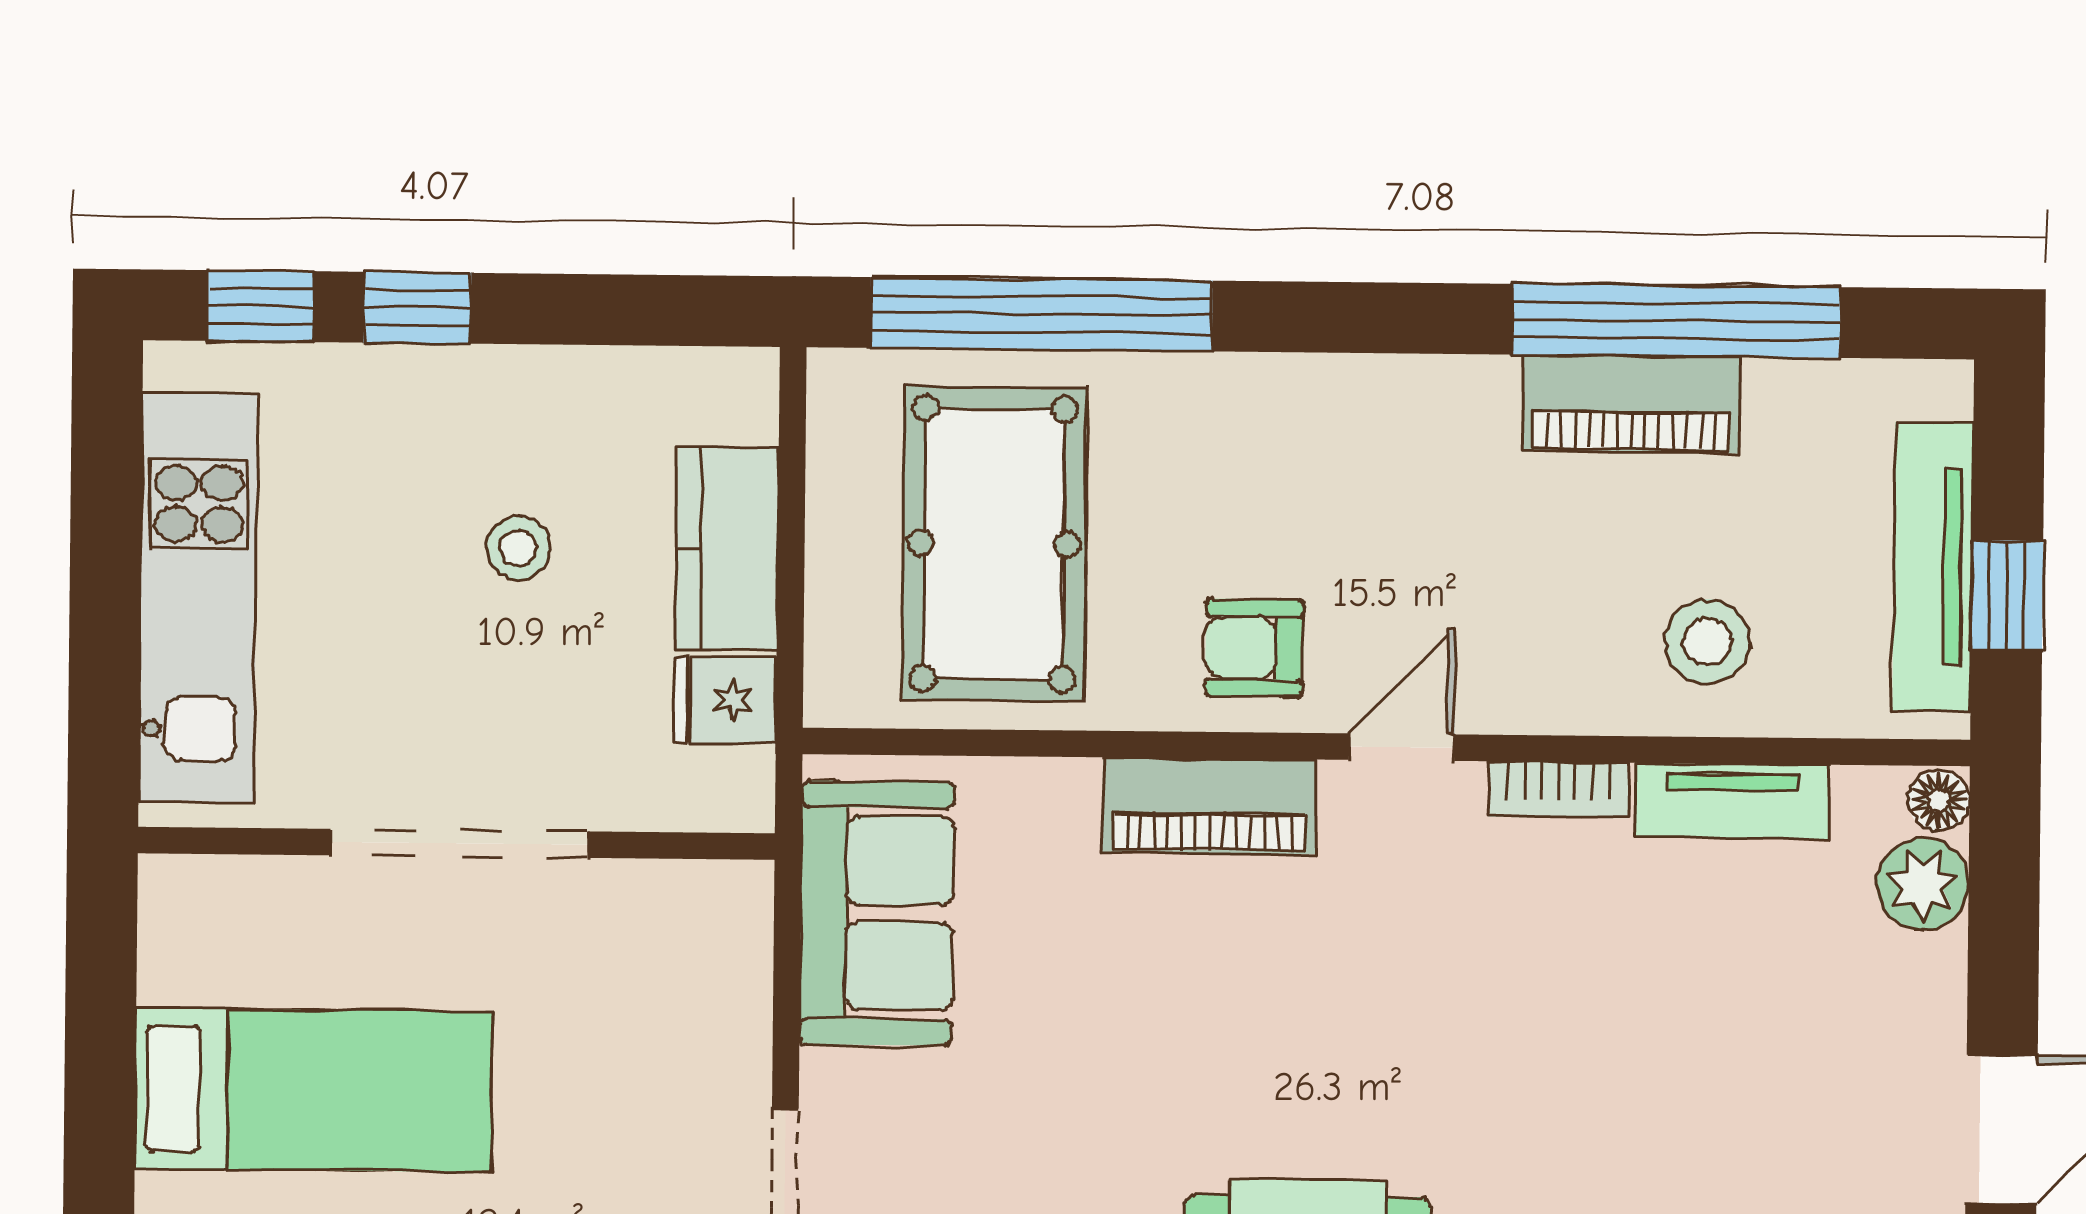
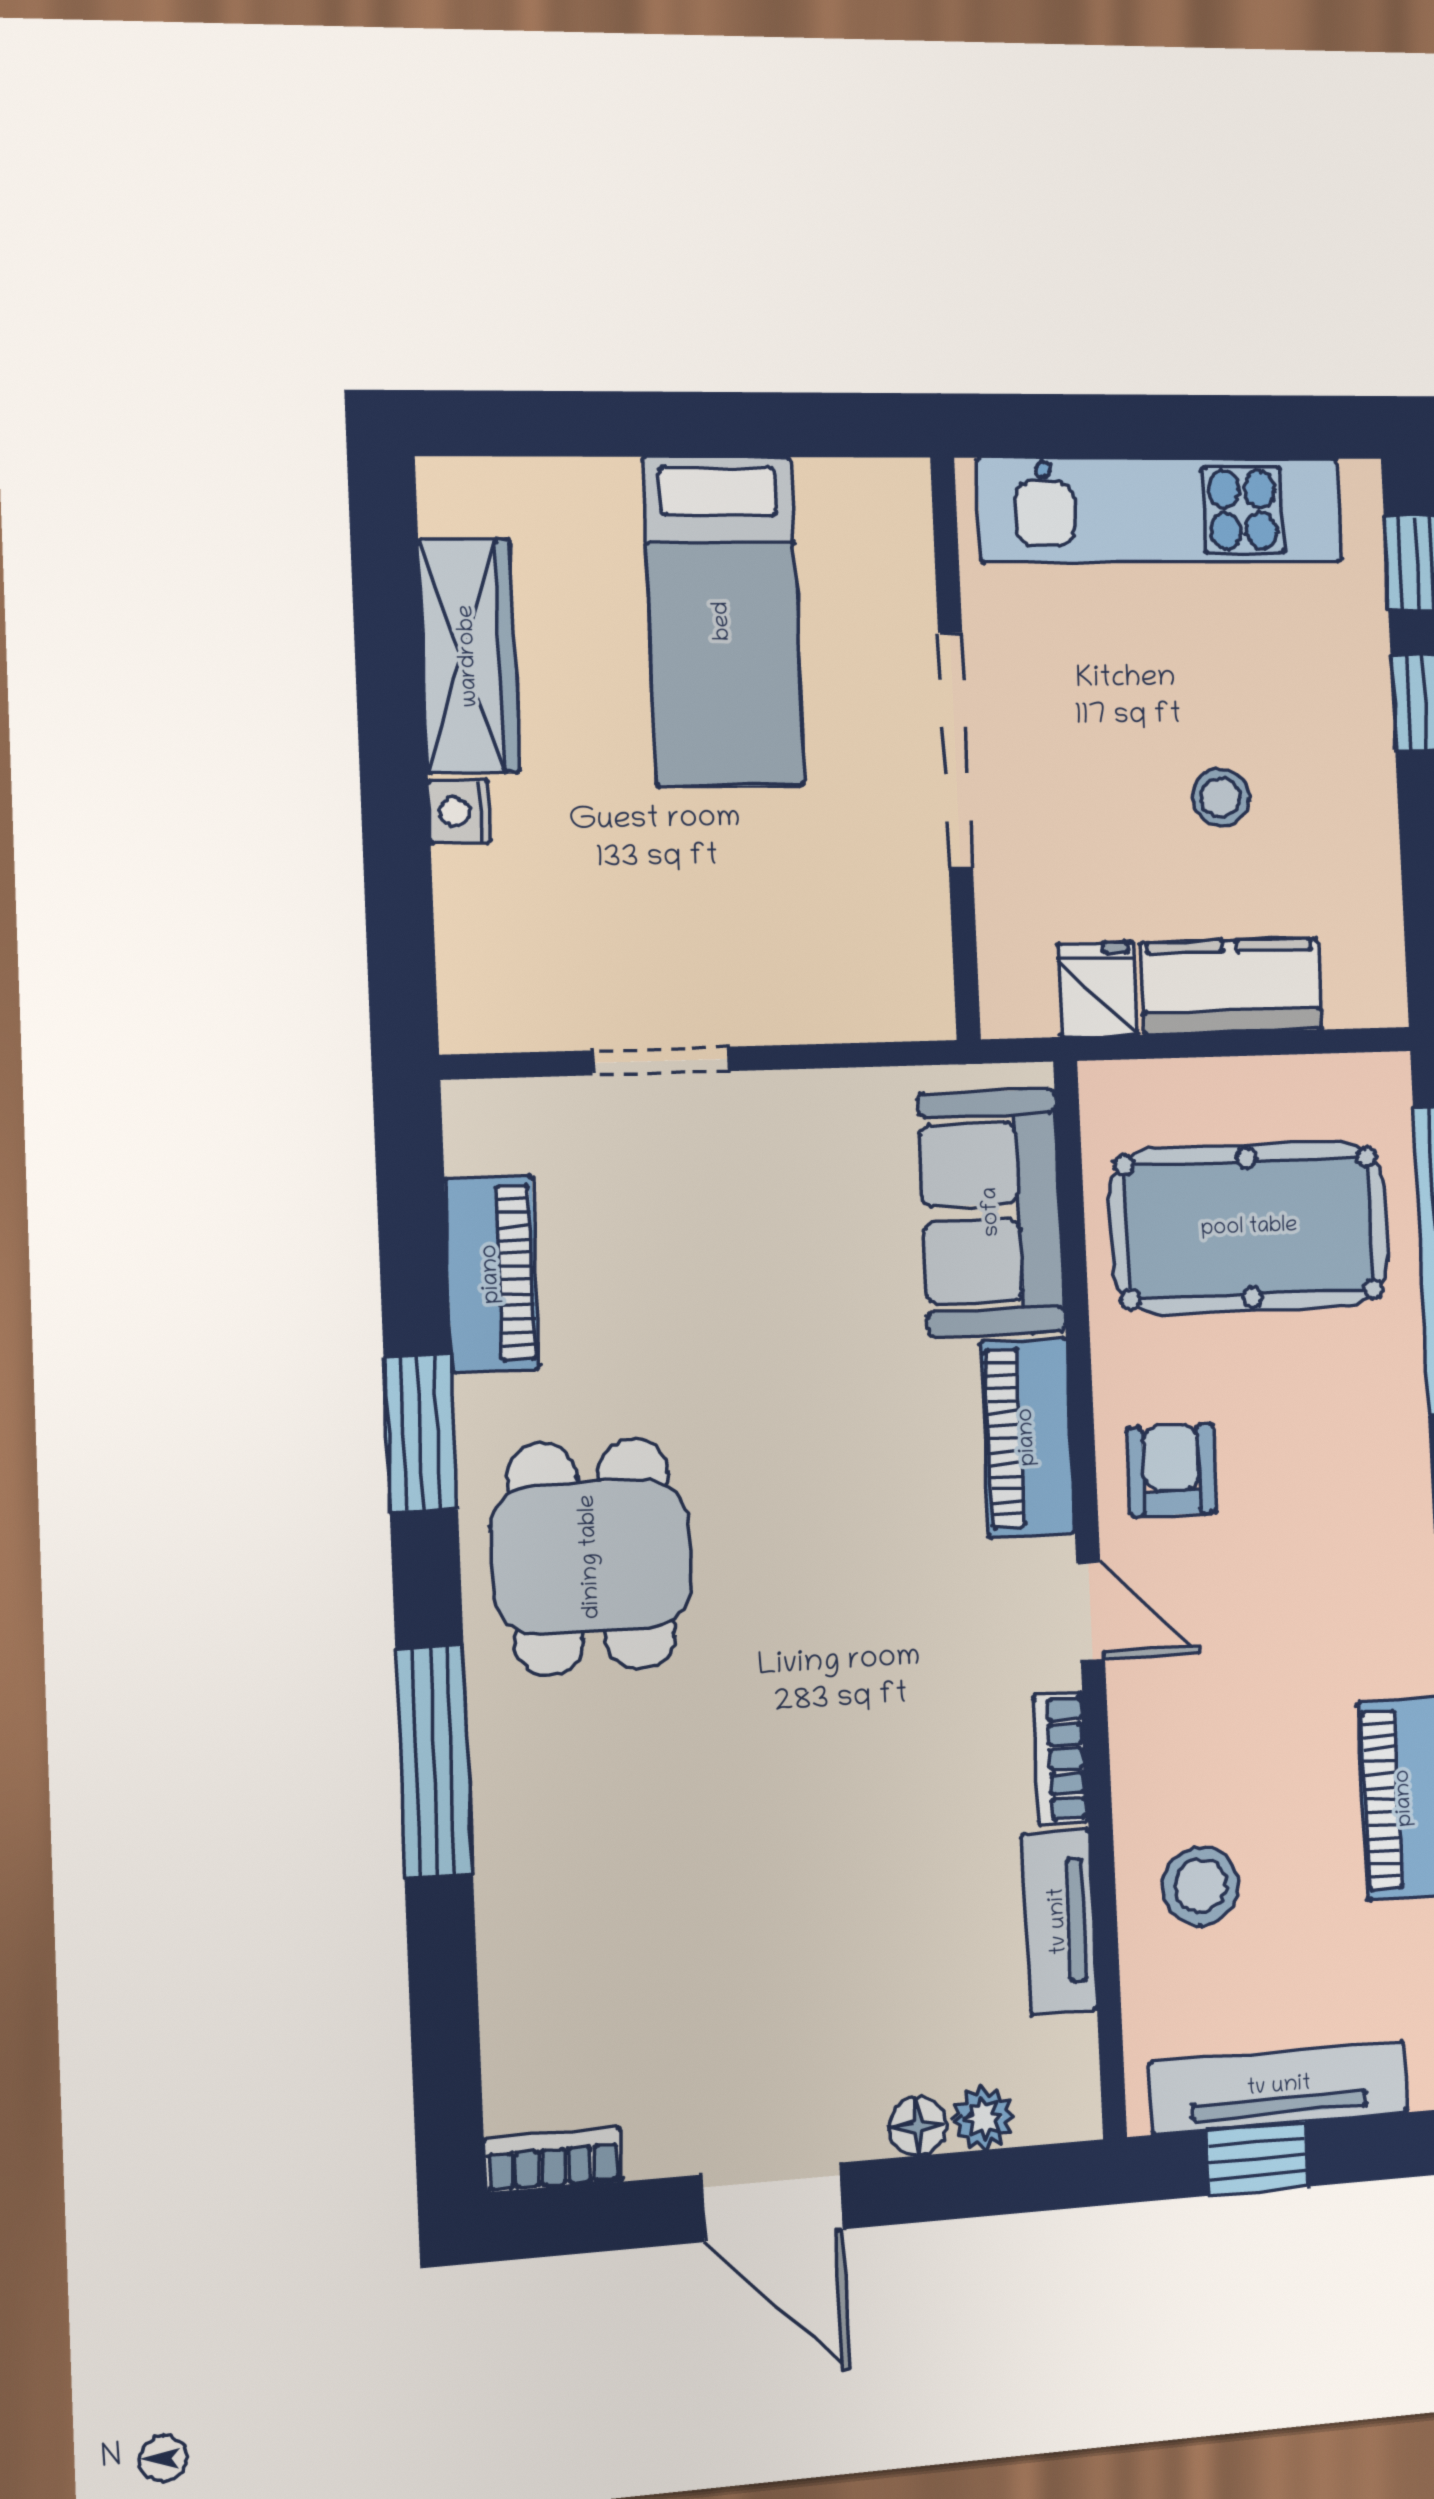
floor lamp: (1939, 800) -> (918, 2126), moved
plant: (1923, 884) -> (983, 2118), width x0.73, depth x0.73
sofa: (877, 913) -> (992, 1212), moved, turned 90

